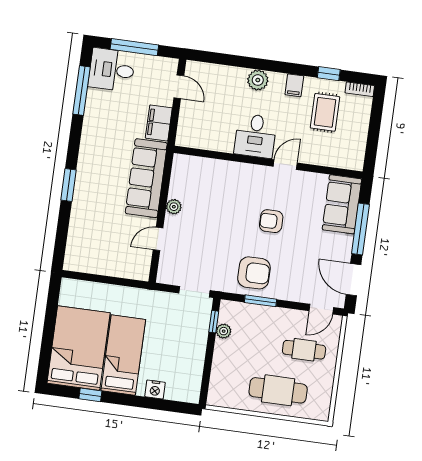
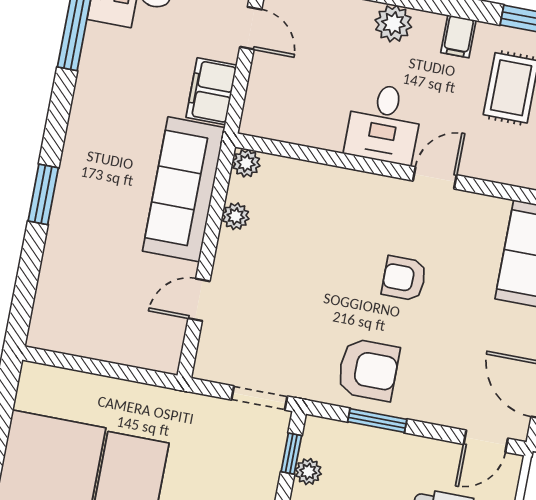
plant: (180, 162) -> (246, 163), added
plant: (174, 207) -> (236, 216), moved

